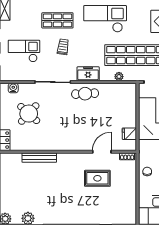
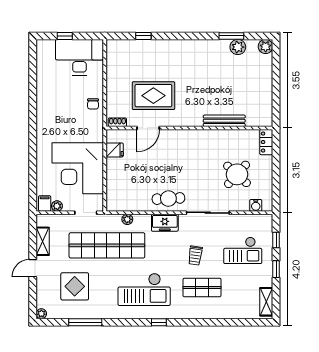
rug: (97, 178) -> (153, 96), width x1.36, depth x1.43

